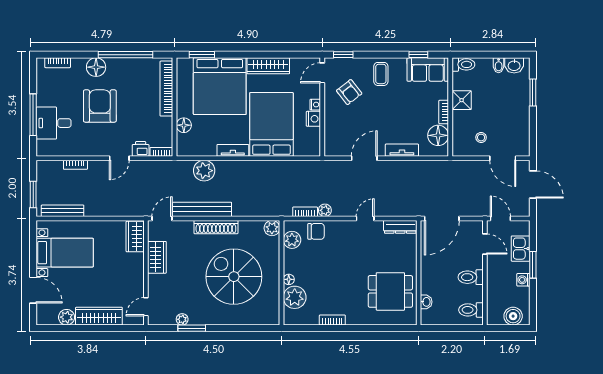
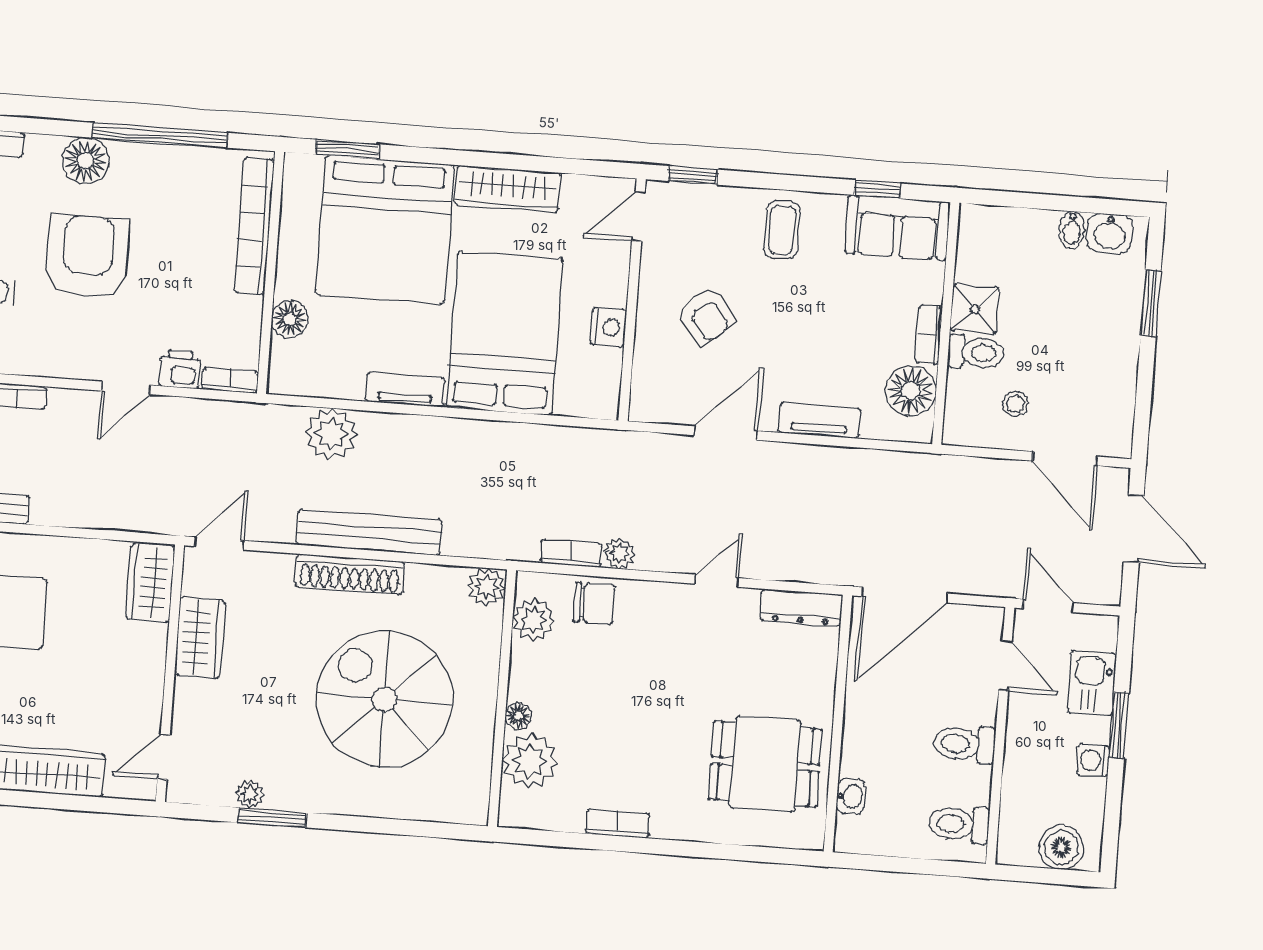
toilet: (463, 64) -> (976, 352), moved
armchair: (349, 92) -> (707, 316), moved
nightstand: (315, 105) -> (616, 293), removed
bench: (202, 209) -> (369, 532), moved

